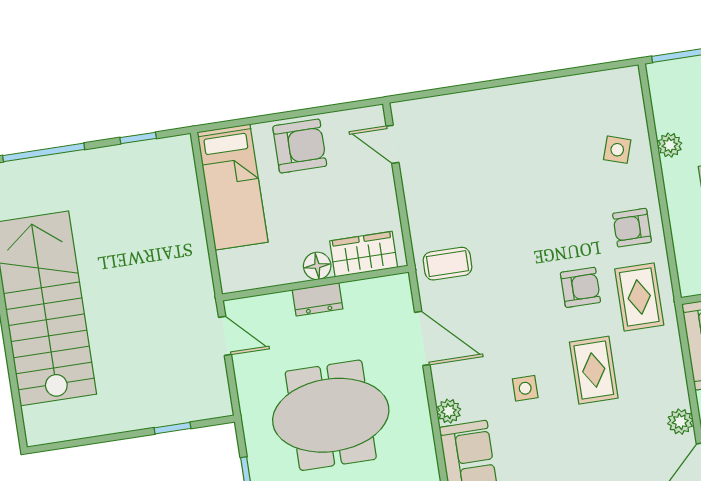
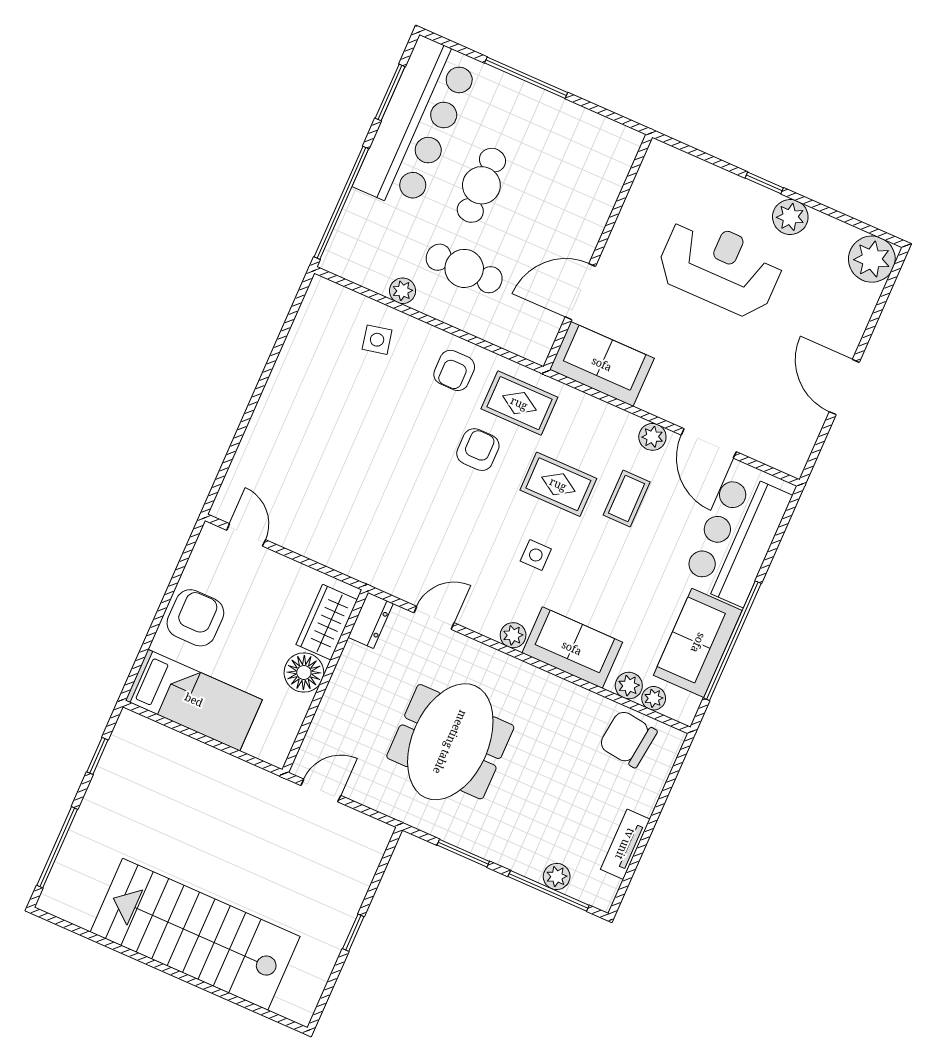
door: (393, 144) -> (246, 535), swing flipped
side table: (617, 150) -> (377, 340), turned -30
coffee table: (447, 264) -> (627, 498), moved
floor lamp: (317, 266) -> (304, 673), width x1.38, depth x1.38
dresser: (318, 299) -> (371, 620), moved
door: (422, 338) -> (434, 618), width x0.73
window: (172, 428) -> (353, 933), moved

